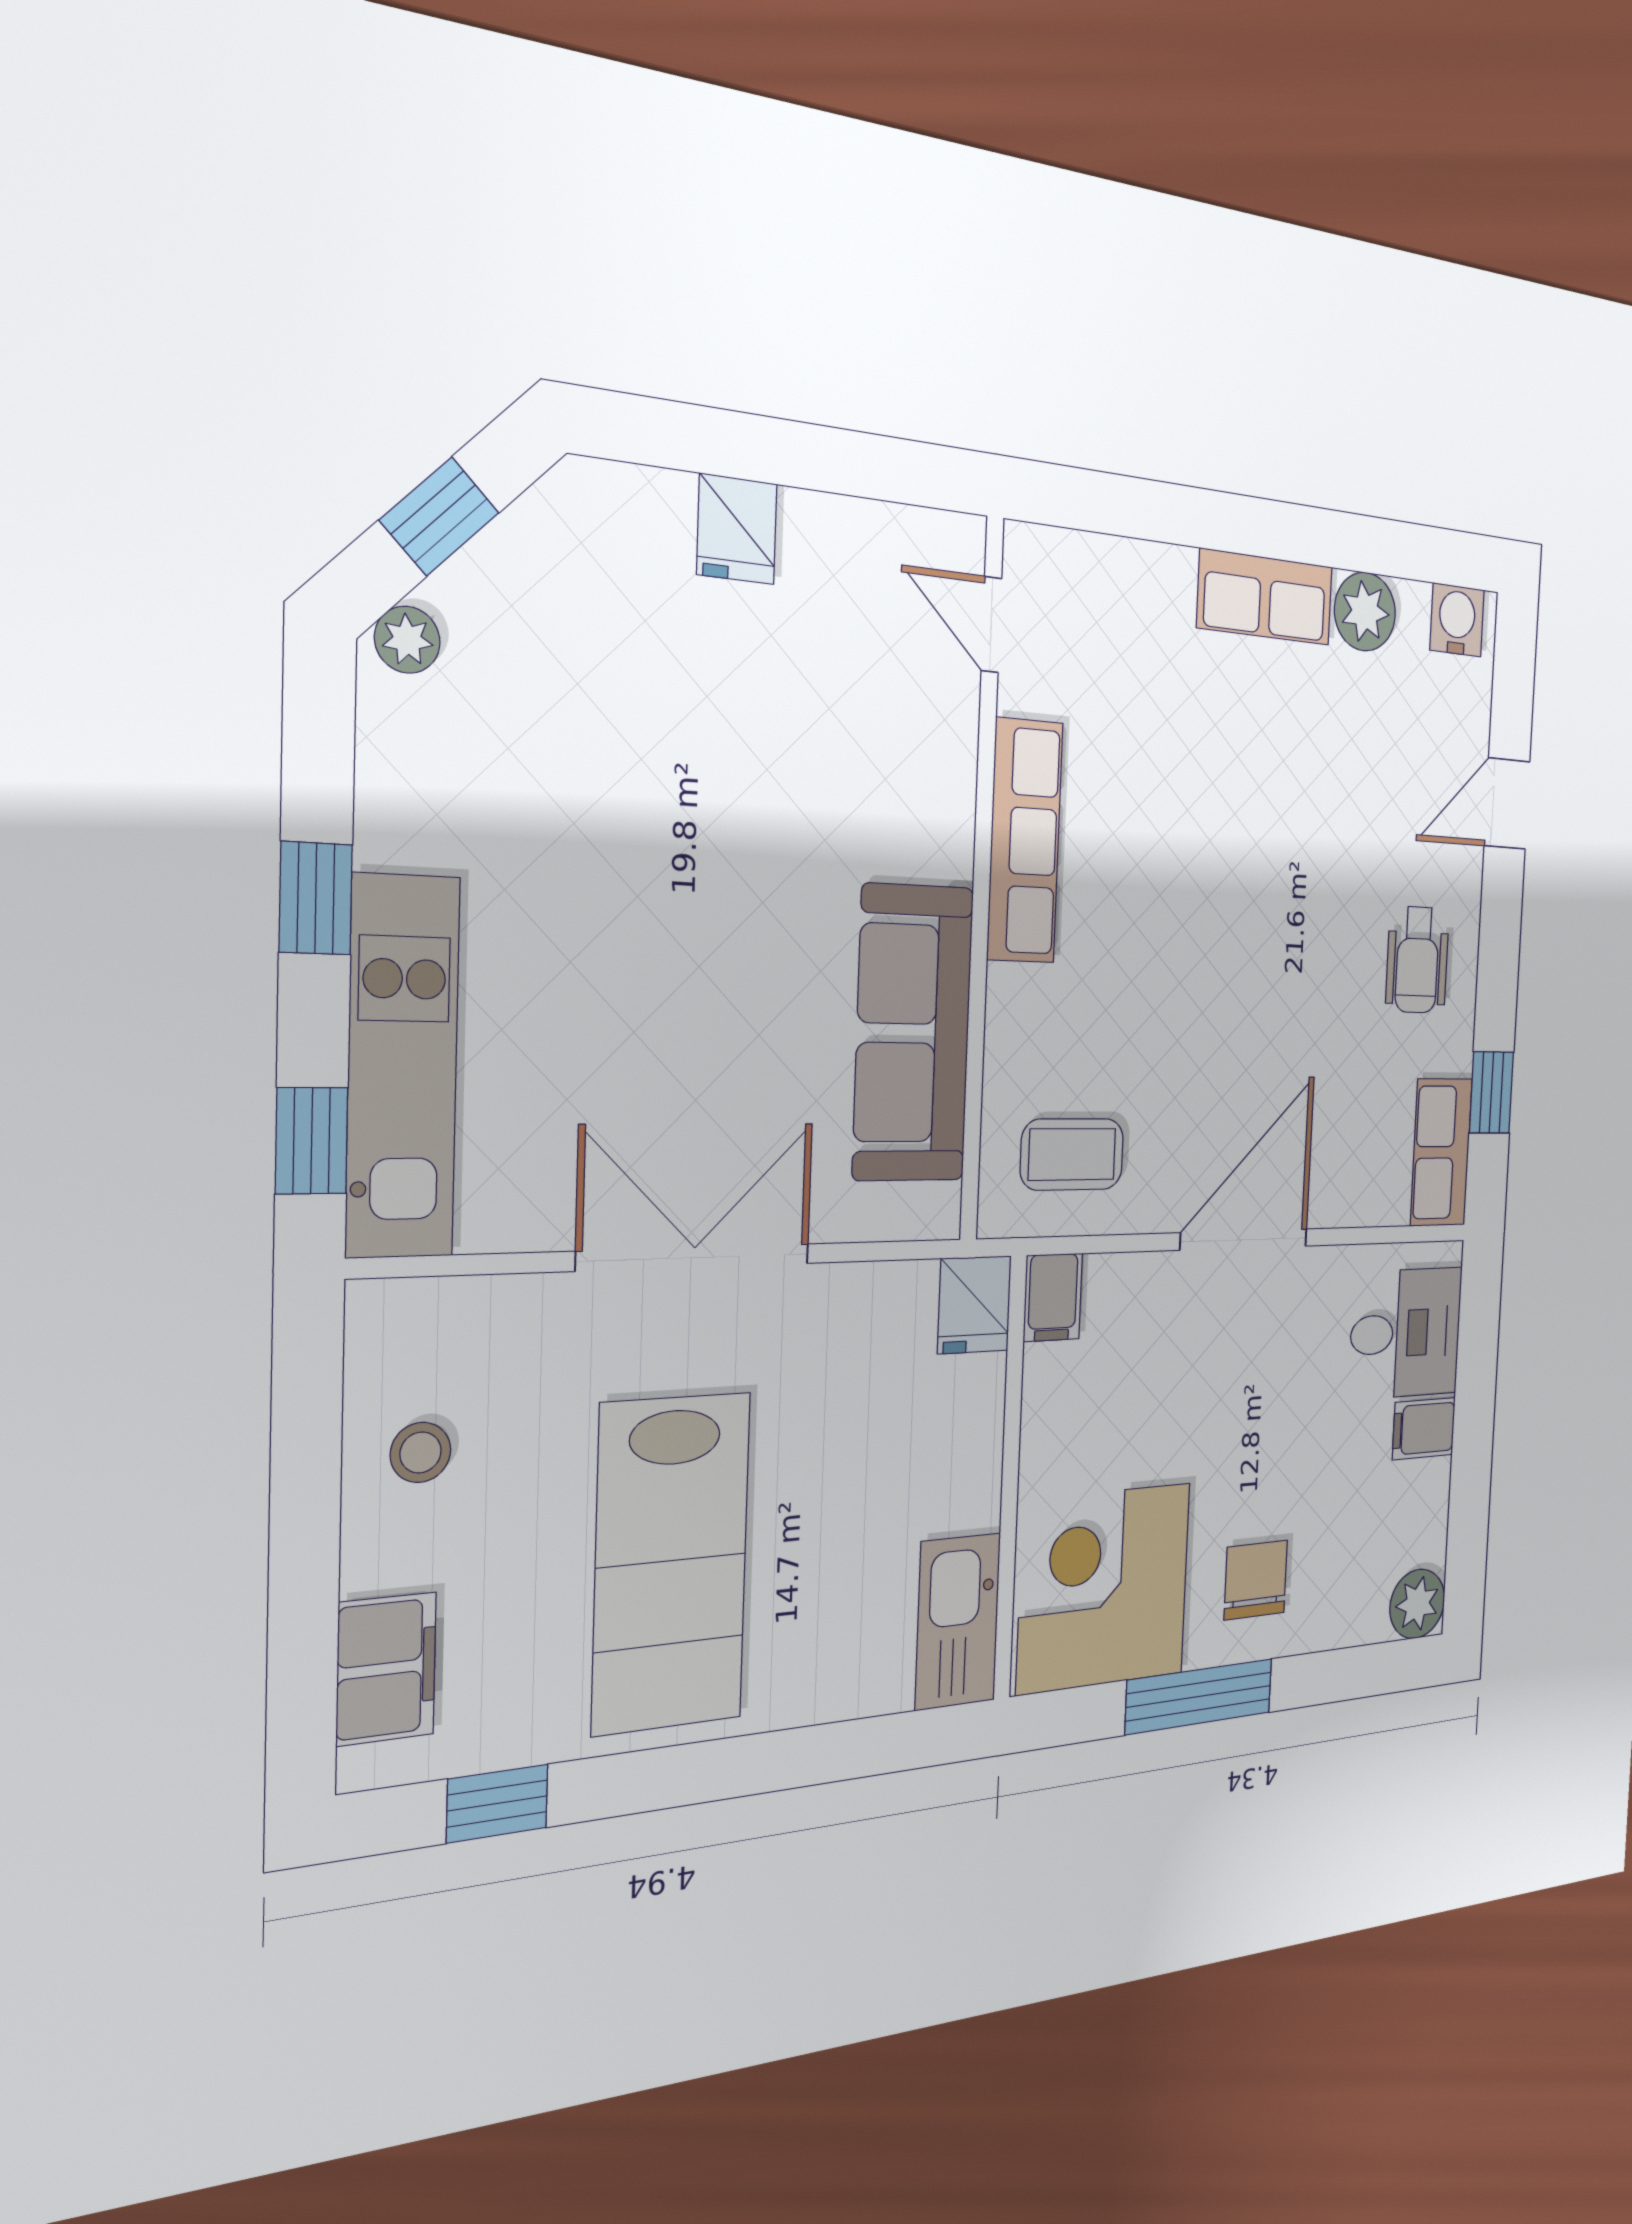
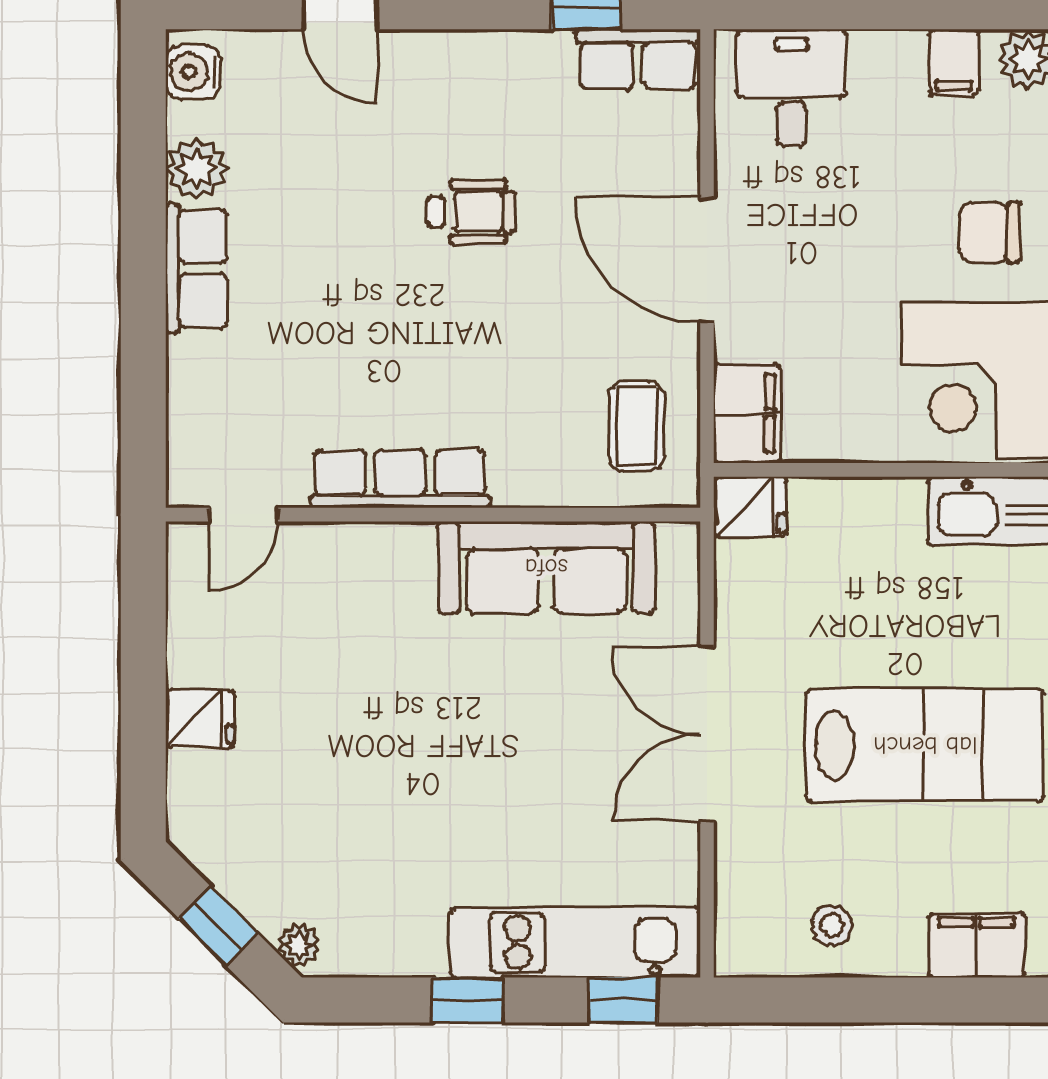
wheelchair: (1417, 960) -> (471, 212), moved
filing cabinet: (1053, 1297) -> (747, 413), width x2.00
filing cabinet: (1424, 1429) -> (954, 62), moved

